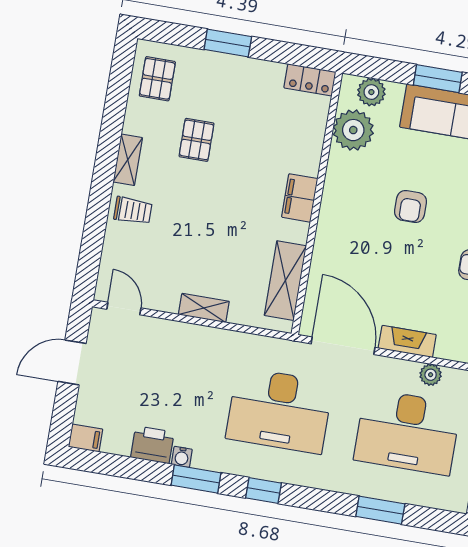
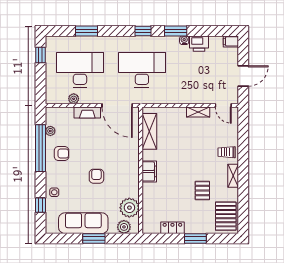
pallet: (157, 79) -> (226, 216), width x1.50, depth x1.42
locker: (310, 80) -> (172, 228), moved
shelving: (204, 308) -> (198, 112), moved

